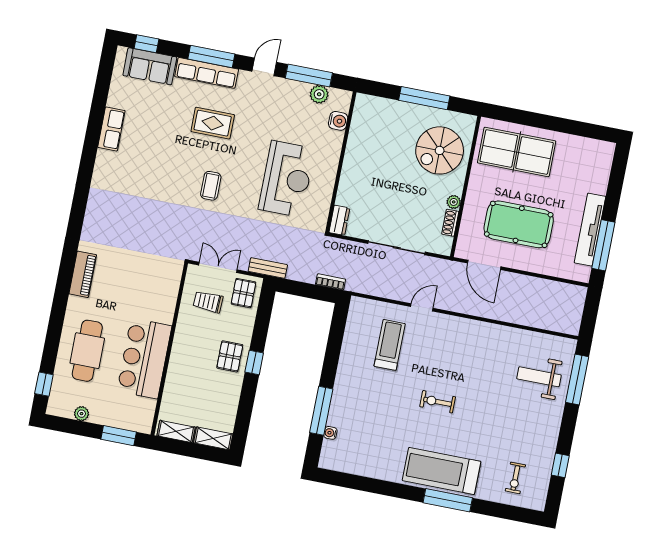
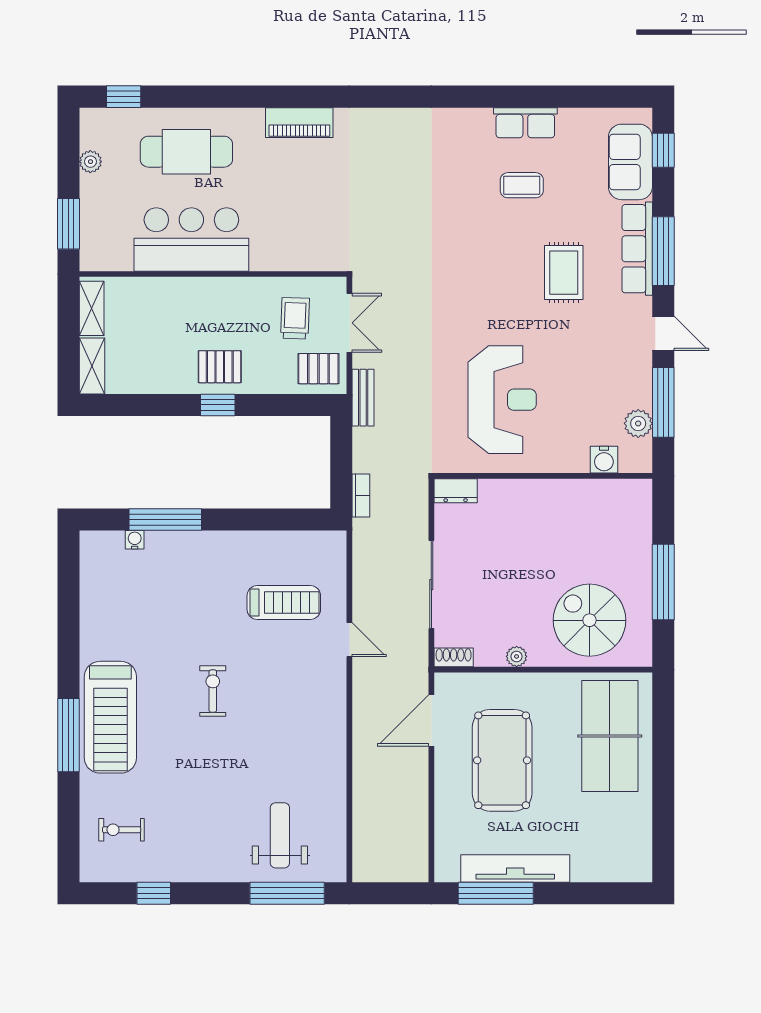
reception desk: (287, 179) -> (502, 400), turned -90
coffee table: (211, 186) -> (522, 185), moved
shoe rack: (450, 223) -> (454, 657), moved
treadmill: (442, 471) -> (110, 717), turned 180

